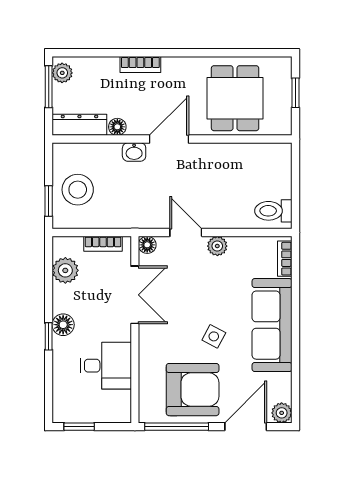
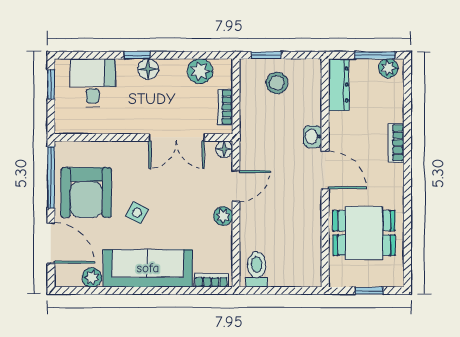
floor lamp: (117, 127) -> (337, 121), removed
stool: (78, 190) -> (277, 83), width x0.73, depth x0.73
desk: (106, 366) -> (93, 83), moved, turned 180
plant: (282, 413) -> (92, 277), moved

